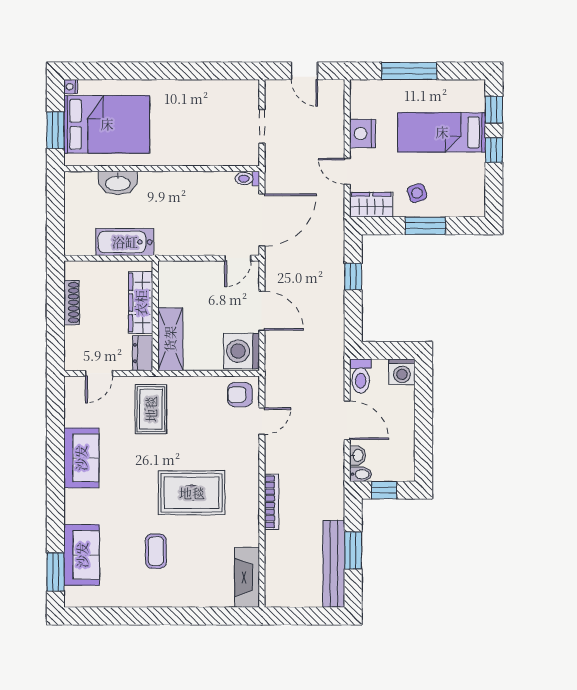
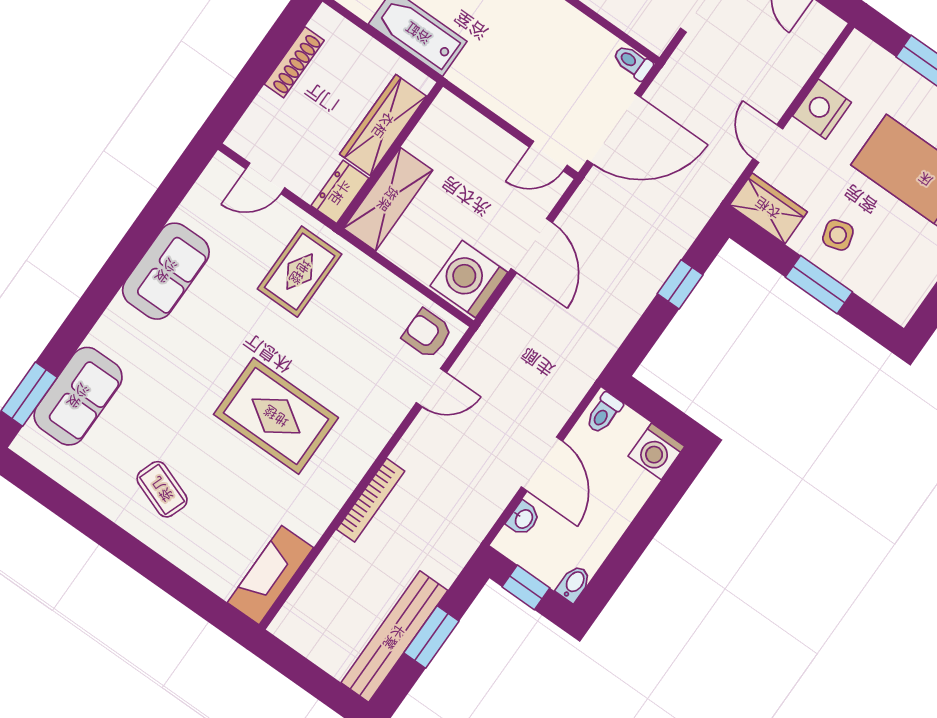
toilet: (361, 376) -> (604, 413), width x0.73, depth x0.72
bidet: (361, 474) -> (574, 584), moved, turned -90
coffee table: (156, 551) -> (162, 489), moved, turned -70

